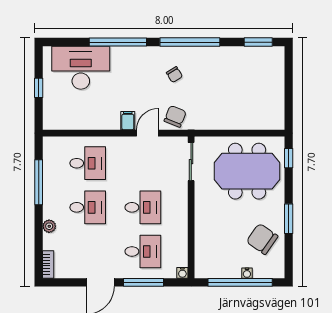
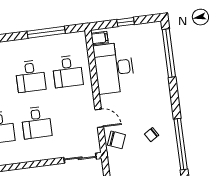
window: (118, 42) -> (169, 53), moved
desk: (81, 68) -> (114, 68), moved, turned 180
filing cabinet: (128, 121) -> (100, 38), moved
plant: (49, 226) -> (10, 46), removed

